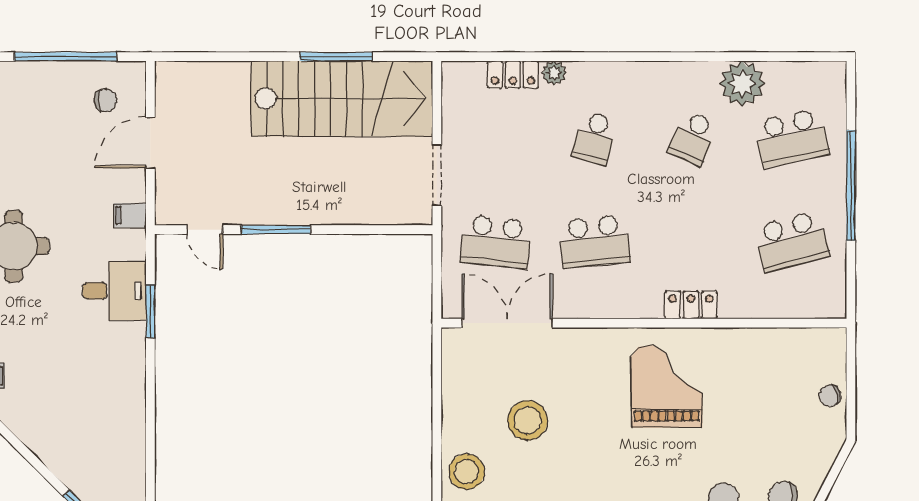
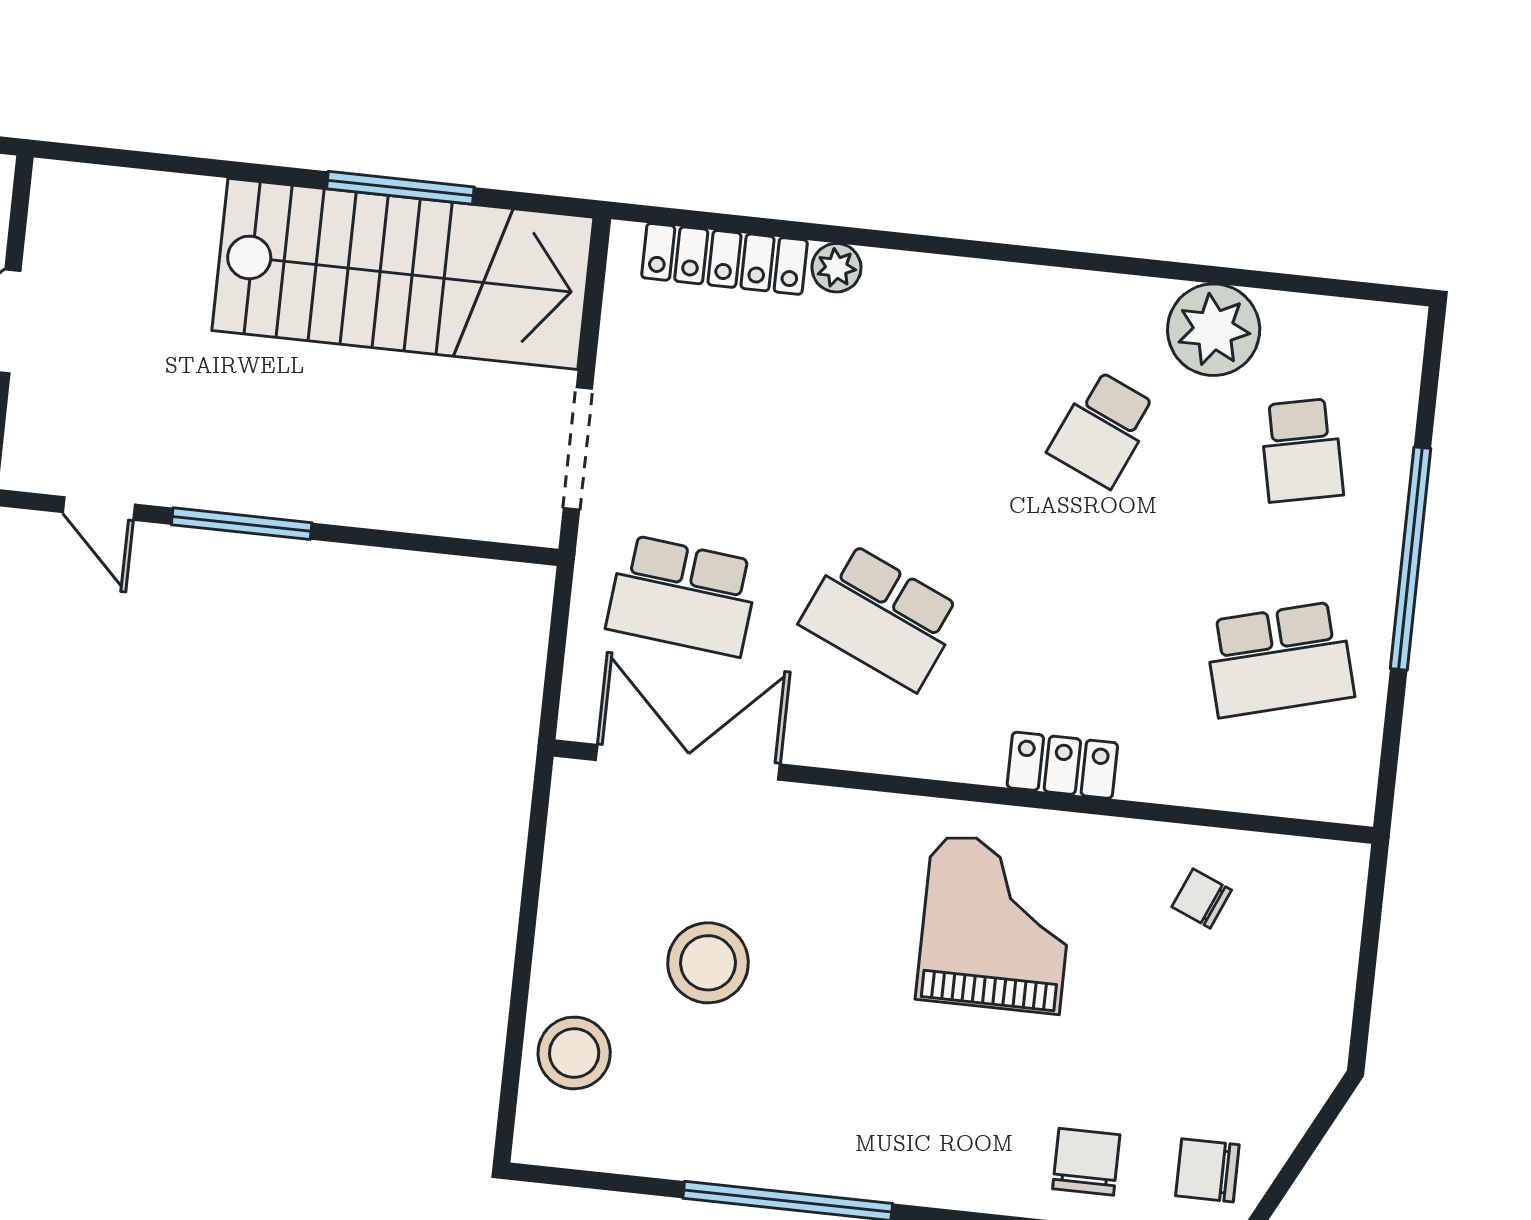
locker: (513, 74) -> (724, 259), width x1.53
school desk: (595, 138) -> (904, 408), removed
school desk: (792, 138) -> (1302, 450), width x0.54
school desk: (595, 242) -> (882, 617), turned 30
chair: (830, 396) -> (1202, 898), moved, turned 37

